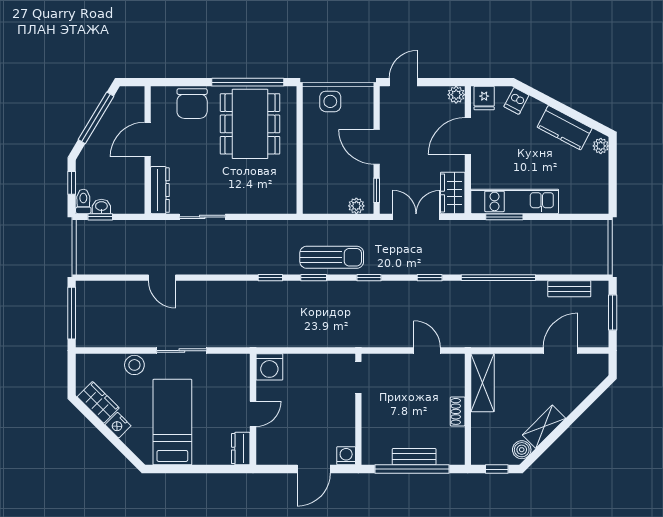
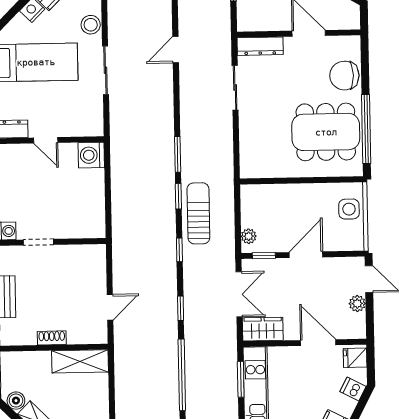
plant: (456, 95) -> (357, 304), moved
sun lounger: (332, 257) -> (198, 213), turned 180
window: (270, 278) -> (178, 154), width x1.50
doorway: (358, 377) -> (38, 242), moved

